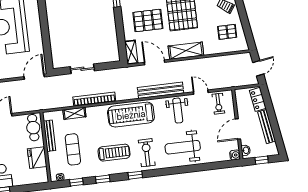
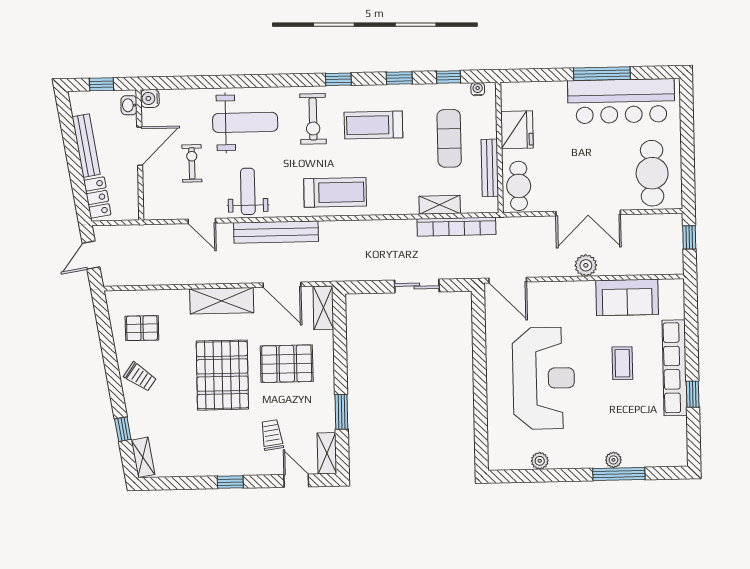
door: (34, 77) -> (508, 280), hinge flipped
bookcase: (94, 99) -> (456, 227), moved
exercise bike: (218, 104) -> (192, 163), moved
treadmill: (131, 115) -> (335, 192), width x0.73, depth x0.73

